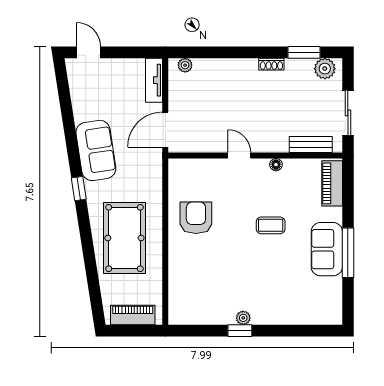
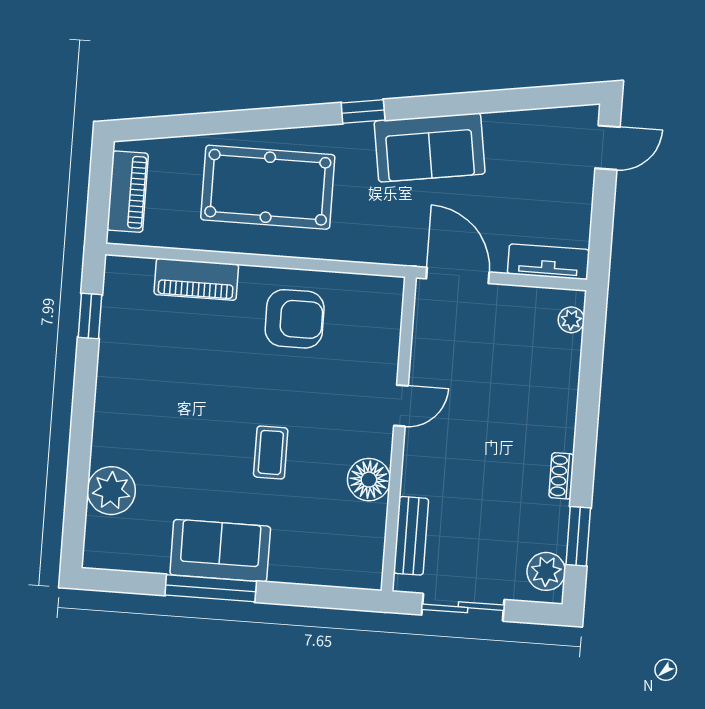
floor lamp: (276, 165) -> (369, 480), width x1.89, depth x1.89
piano: (332, 183) -> (196, 279), moved, turned 180
plant: (243, 318) -> (111, 491), moved, width x1.88, depth x1.88
window: (240, 331) -> (90, 316), moved

